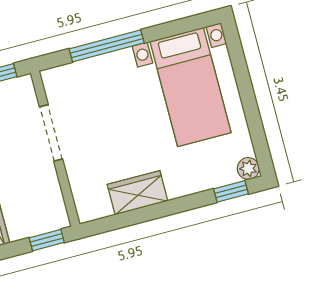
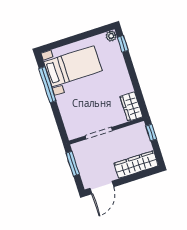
window: (107, 46) -> (47, 85), moved
wardrobe: (137, 193) -> (131, 107), moved

